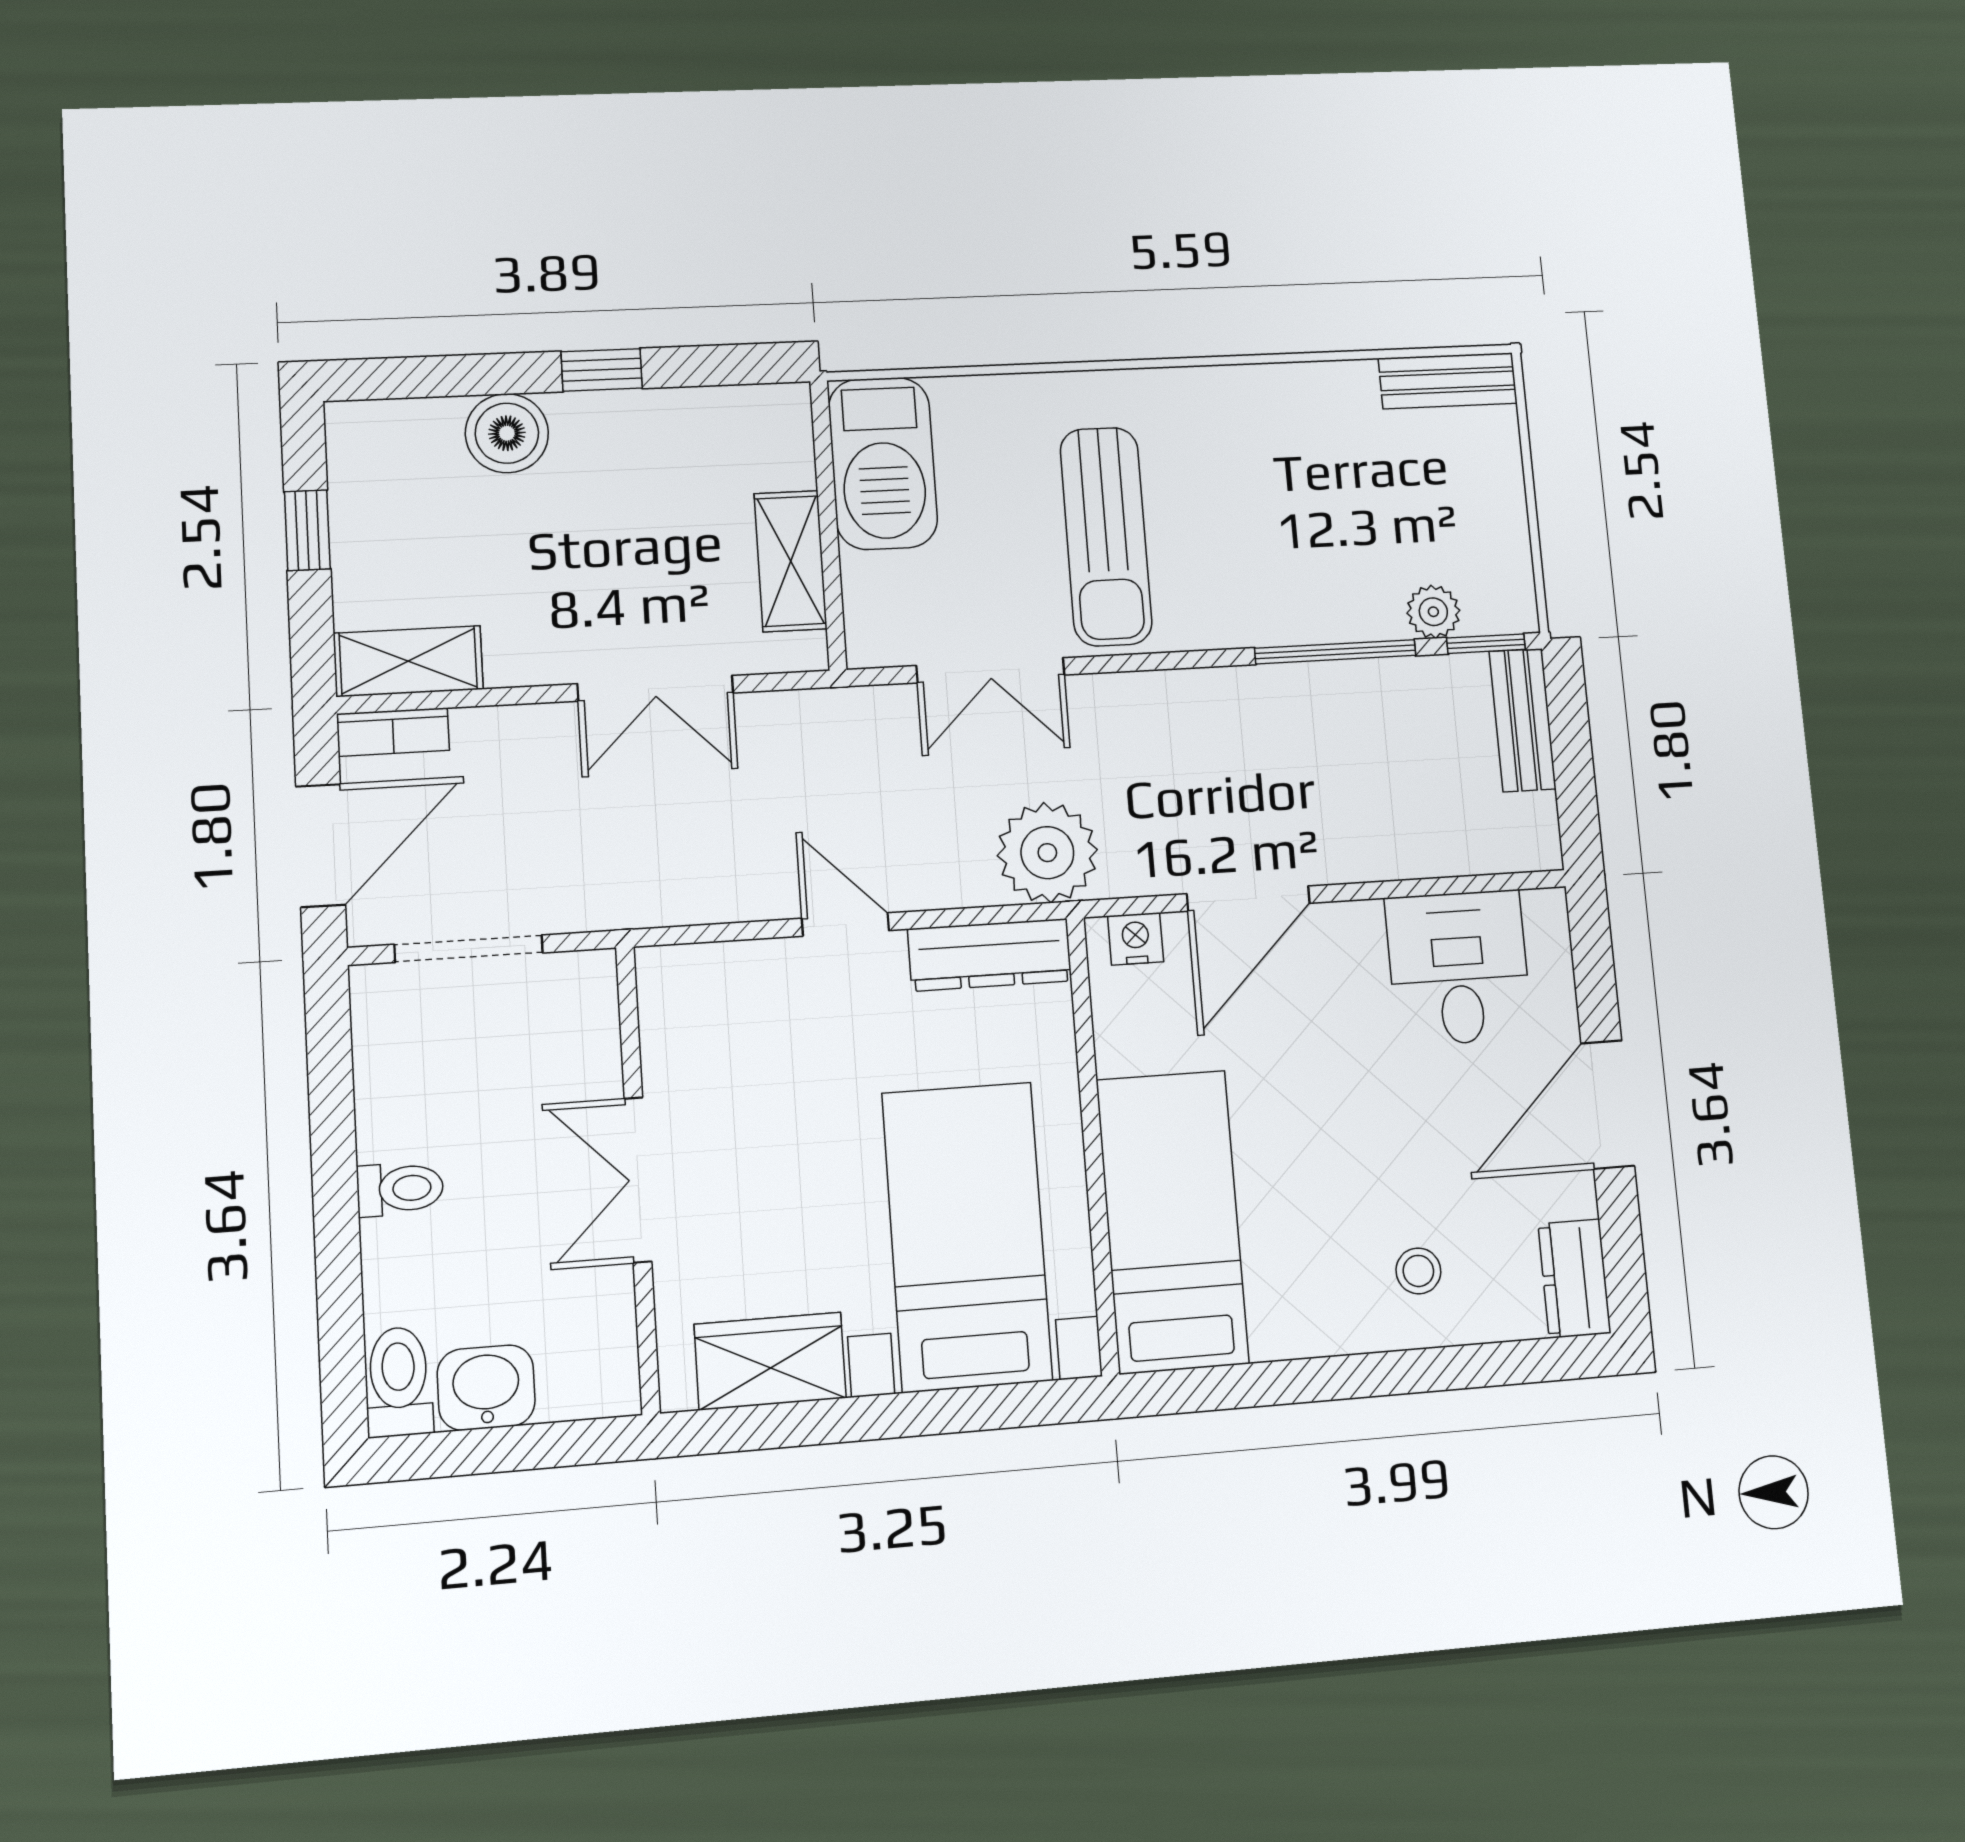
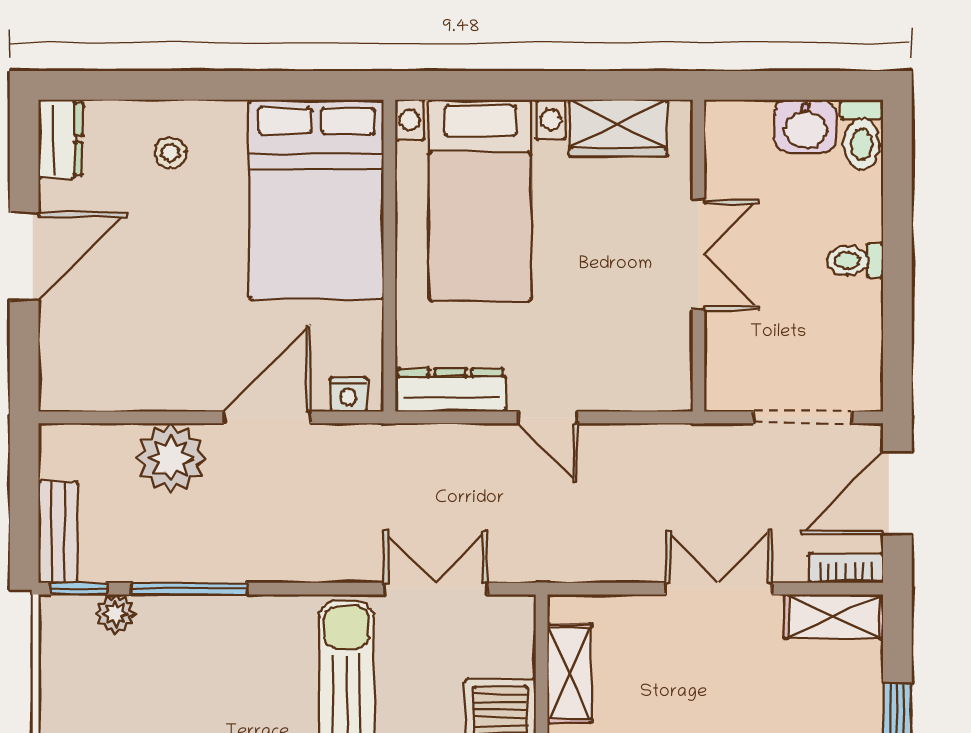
double door: (655, 688) -> (719, 589), moved
plant: (1047, 853) -> (171, 458), moved
desk: (1459, 968) -> (122, 359), removed
bed: (1172, 1221) -> (316, 200), width x1.50

